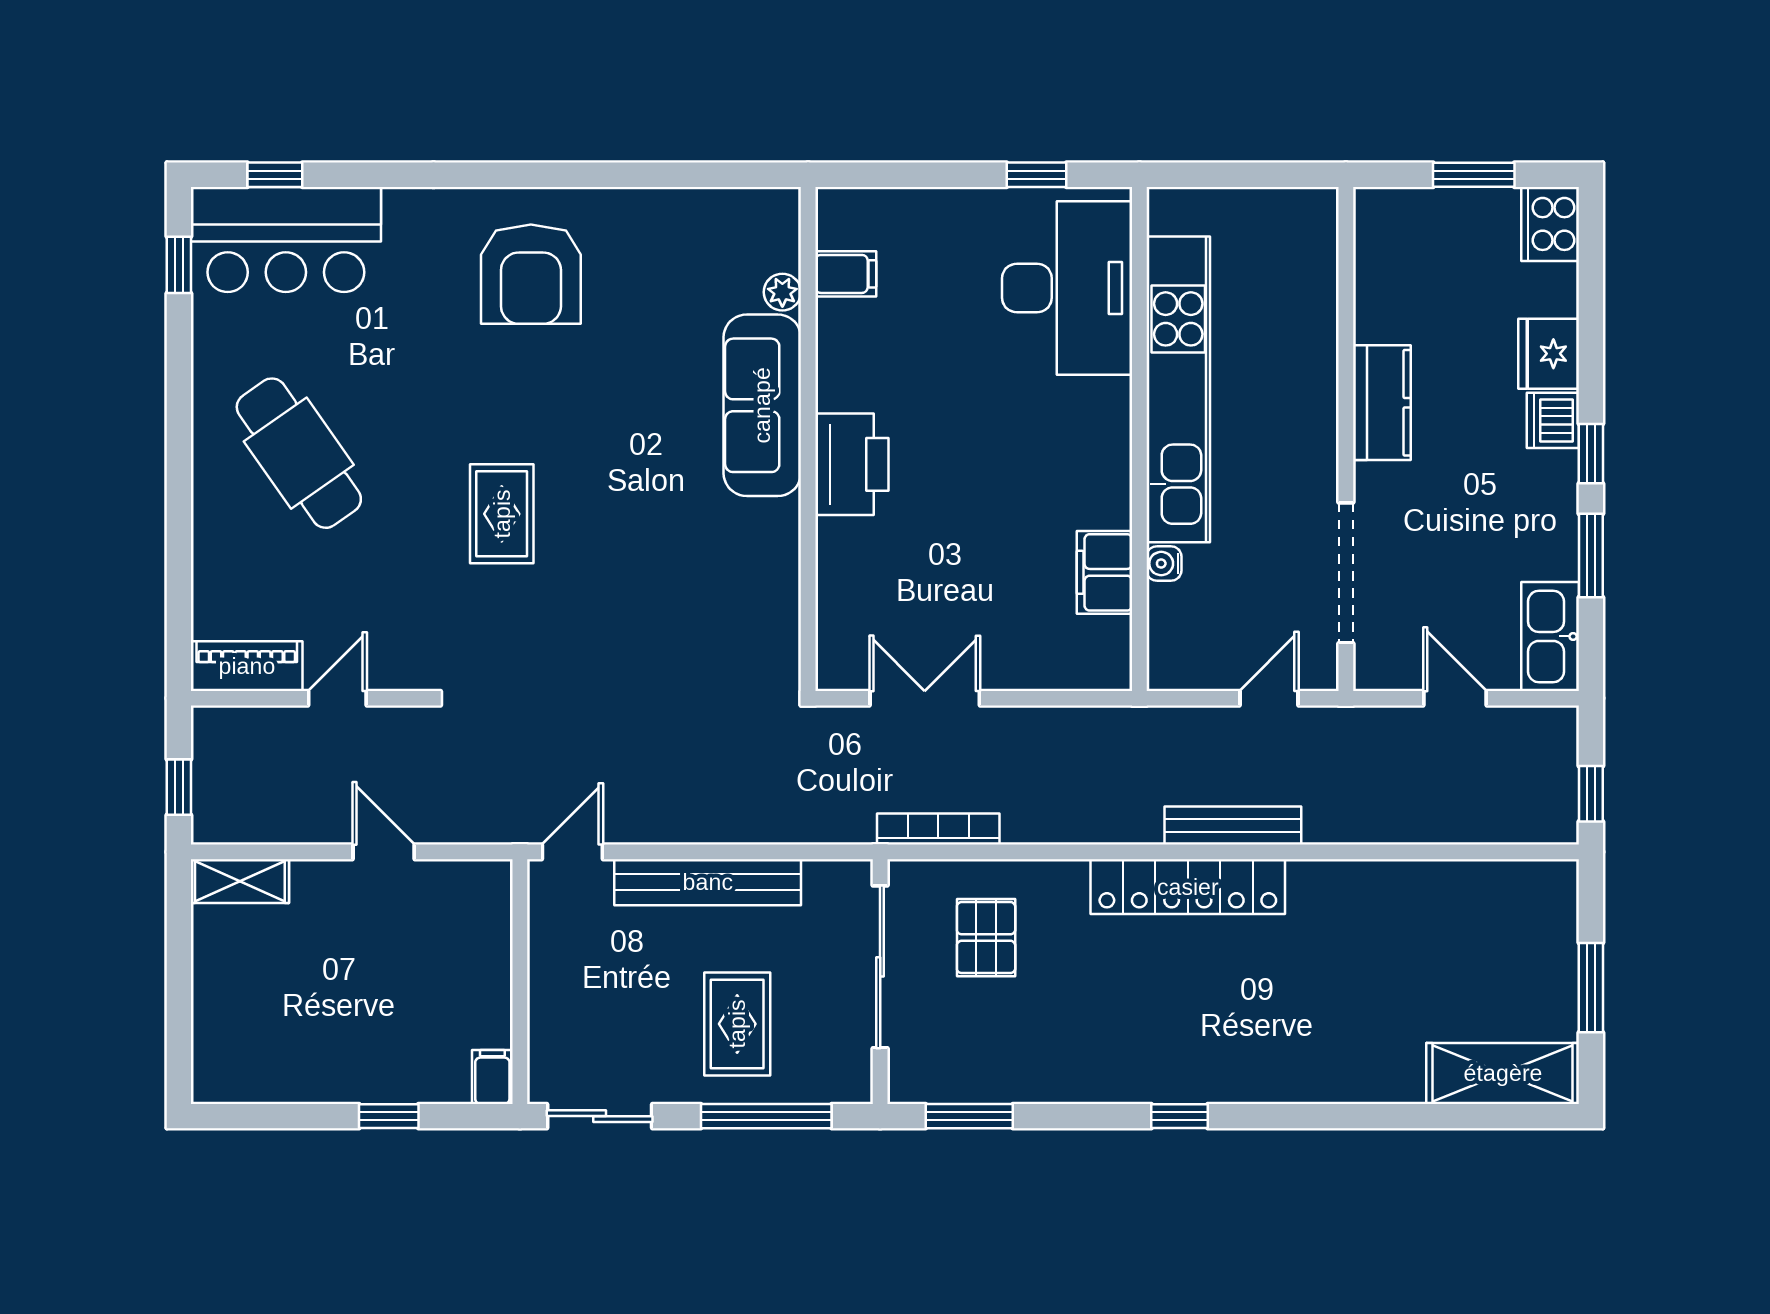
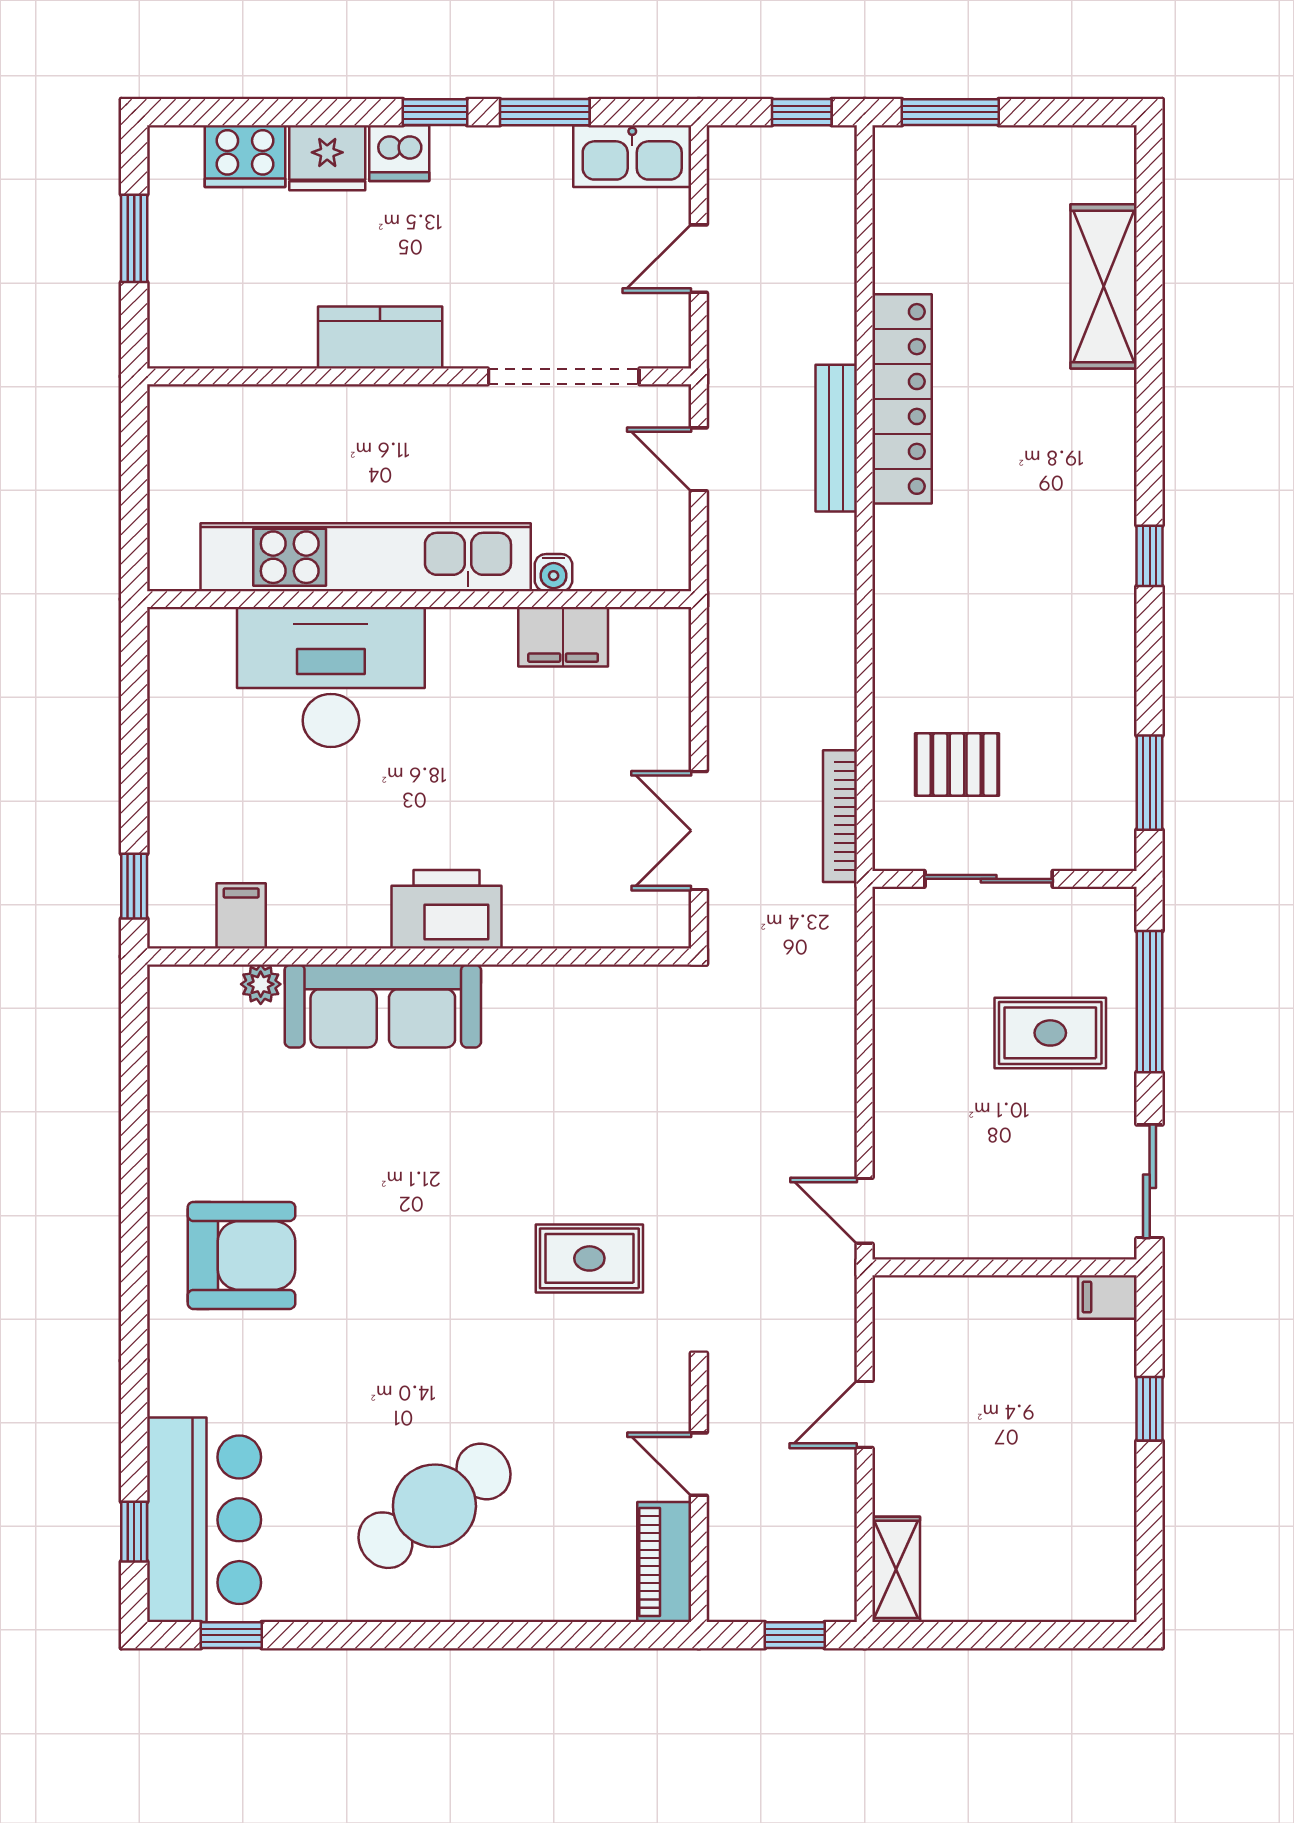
window: (1036, 175) -> (134, 886), moved
cooker: (1550, 224) -> (245, 156), moved
desk: (1067, 288) -> (331, 677), moved
rug: (502, 514) -> (589, 1258), moved
bench: (1233, 826) -> (836, 438), moved
bench: (708, 882) -> (897, 1065), removed
locker: (1188, 887) -> (902, 399), moved
sliding door: (880, 967) -> (989, 879), width x0.73
window: (1591, 988) -> (950, 112), moved
shelving: (1503, 1073) -> (1104, 286), moved

